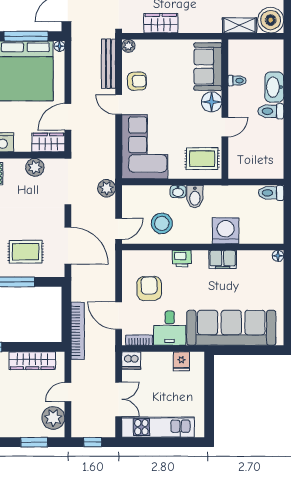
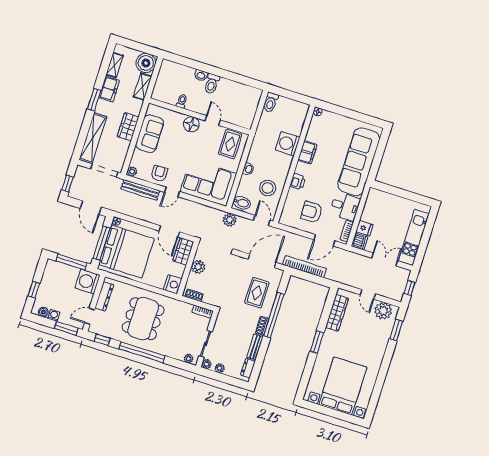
wardrobe: (161, 23) -> (128, 127), moved
sofa: (208, 67) -> (150, 134), moved, turned -90
washbasin: (274, 87) -> (201, 75), width x0.52, depth x0.69
bidet: (195, 197) -> (242, 203), moved
bookcase: (78, 331) -> (305, 267), moved
fridge: (181, 361) -> (364, 228), moved

